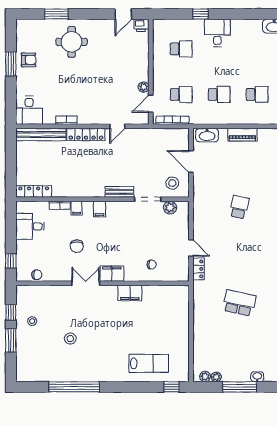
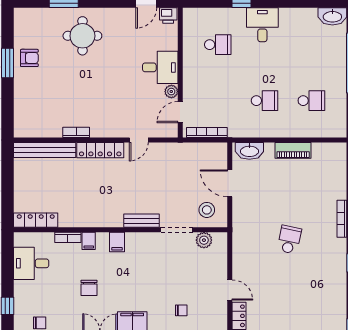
school desk: (181, 94) -> (218, 101), removed
desk: (29, 110) -> (160, 67), moved, turned -90

